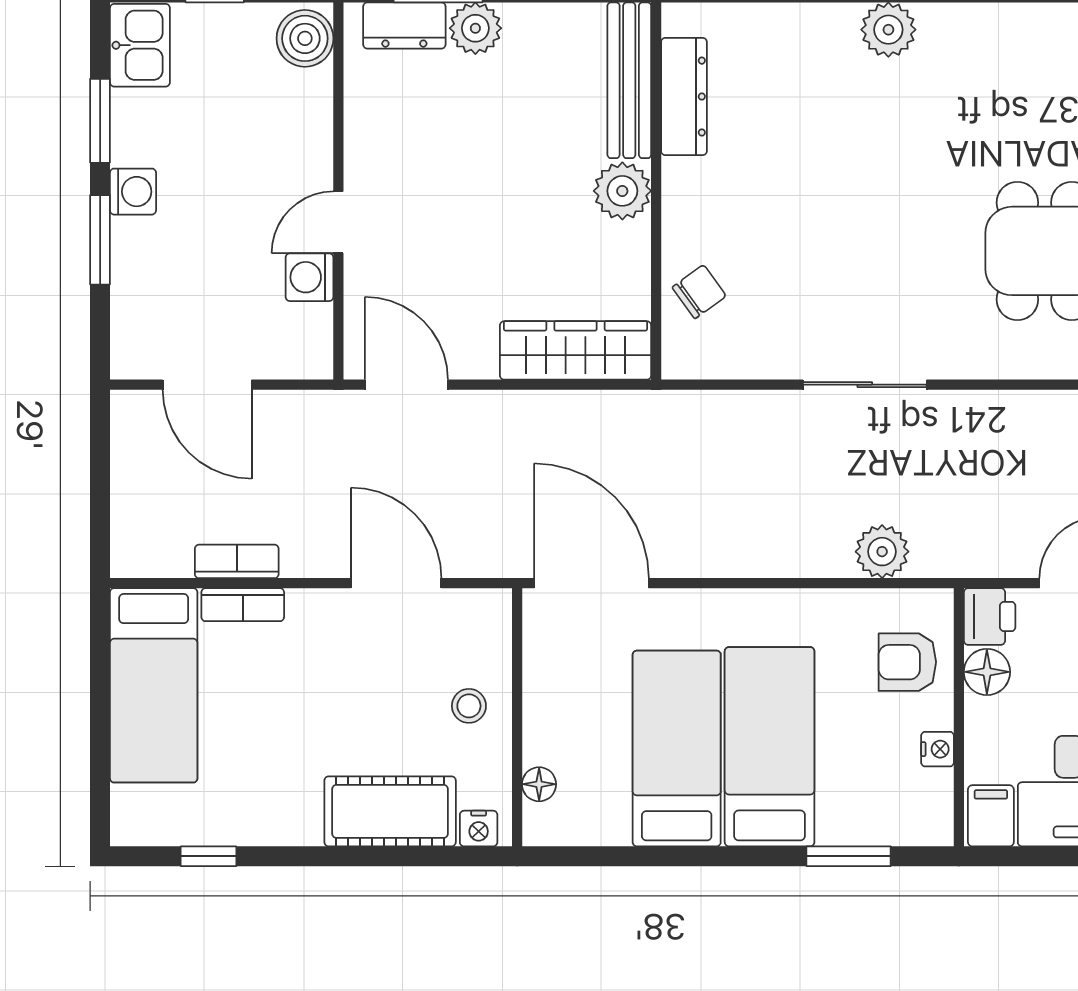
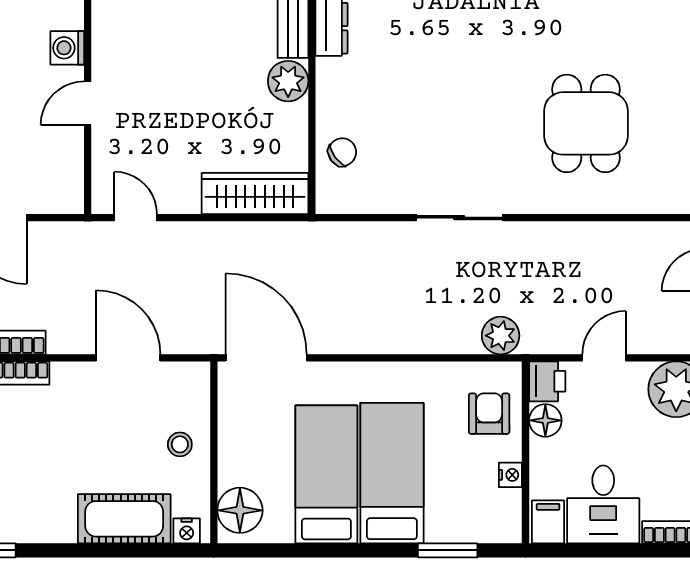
washing machine: (309, 277) -> (67, 48), moved
door: (406, 385) -> (136, 218), width x0.73
plant: (882, 552) -> (501, 336), moved
armchair: (907, 662) -> (489, 414), turned 90
floor lamp: (539, 784) -> (240, 510), width x1.89, depth x1.89

